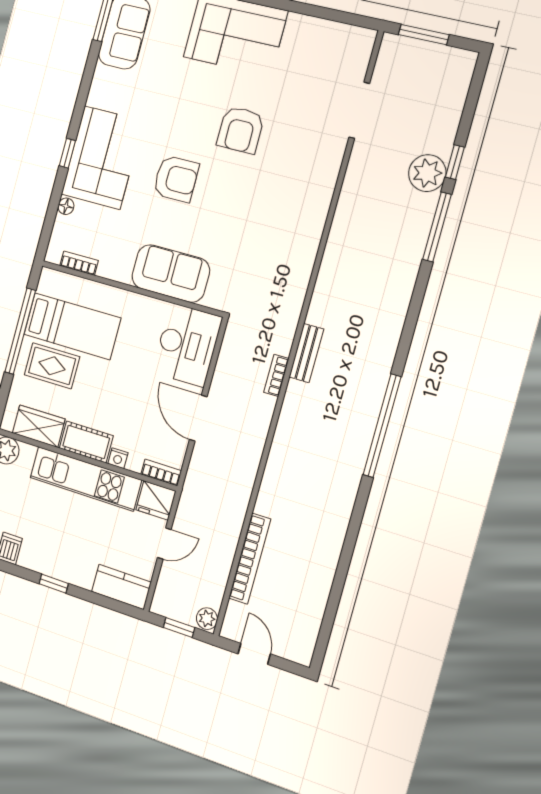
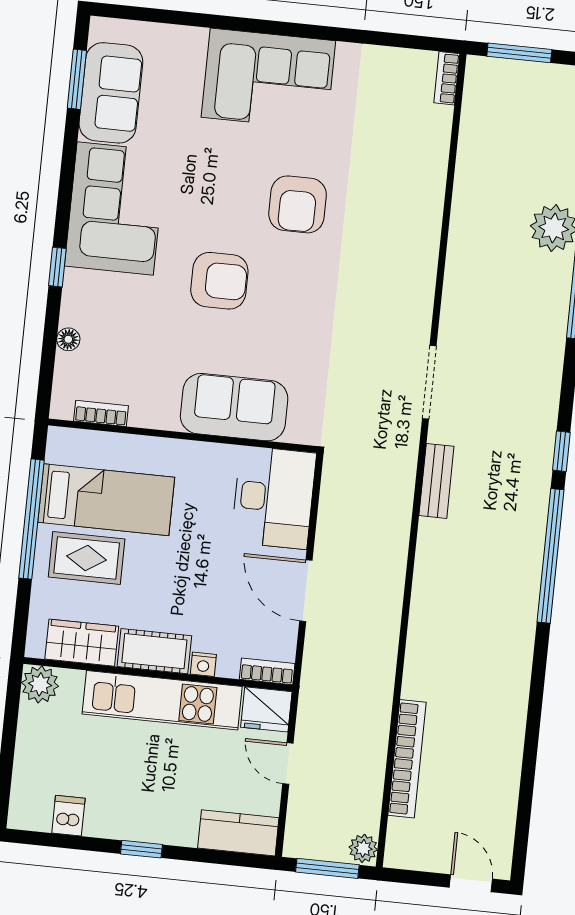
doorway: (359, 110) -> (429, 382), moved
corner sofa: (102, 158) -> (115, 208), moved
window: (404, 347) -> (561, 451), added
bookcase: (276, 375) -> (447, 78), moved
door: (164, 544) -> (288, 764), swing flipped
window: (179, 628) -> (327, 868), width x1.50
door: (254, 654) -> (471, 883), moved

